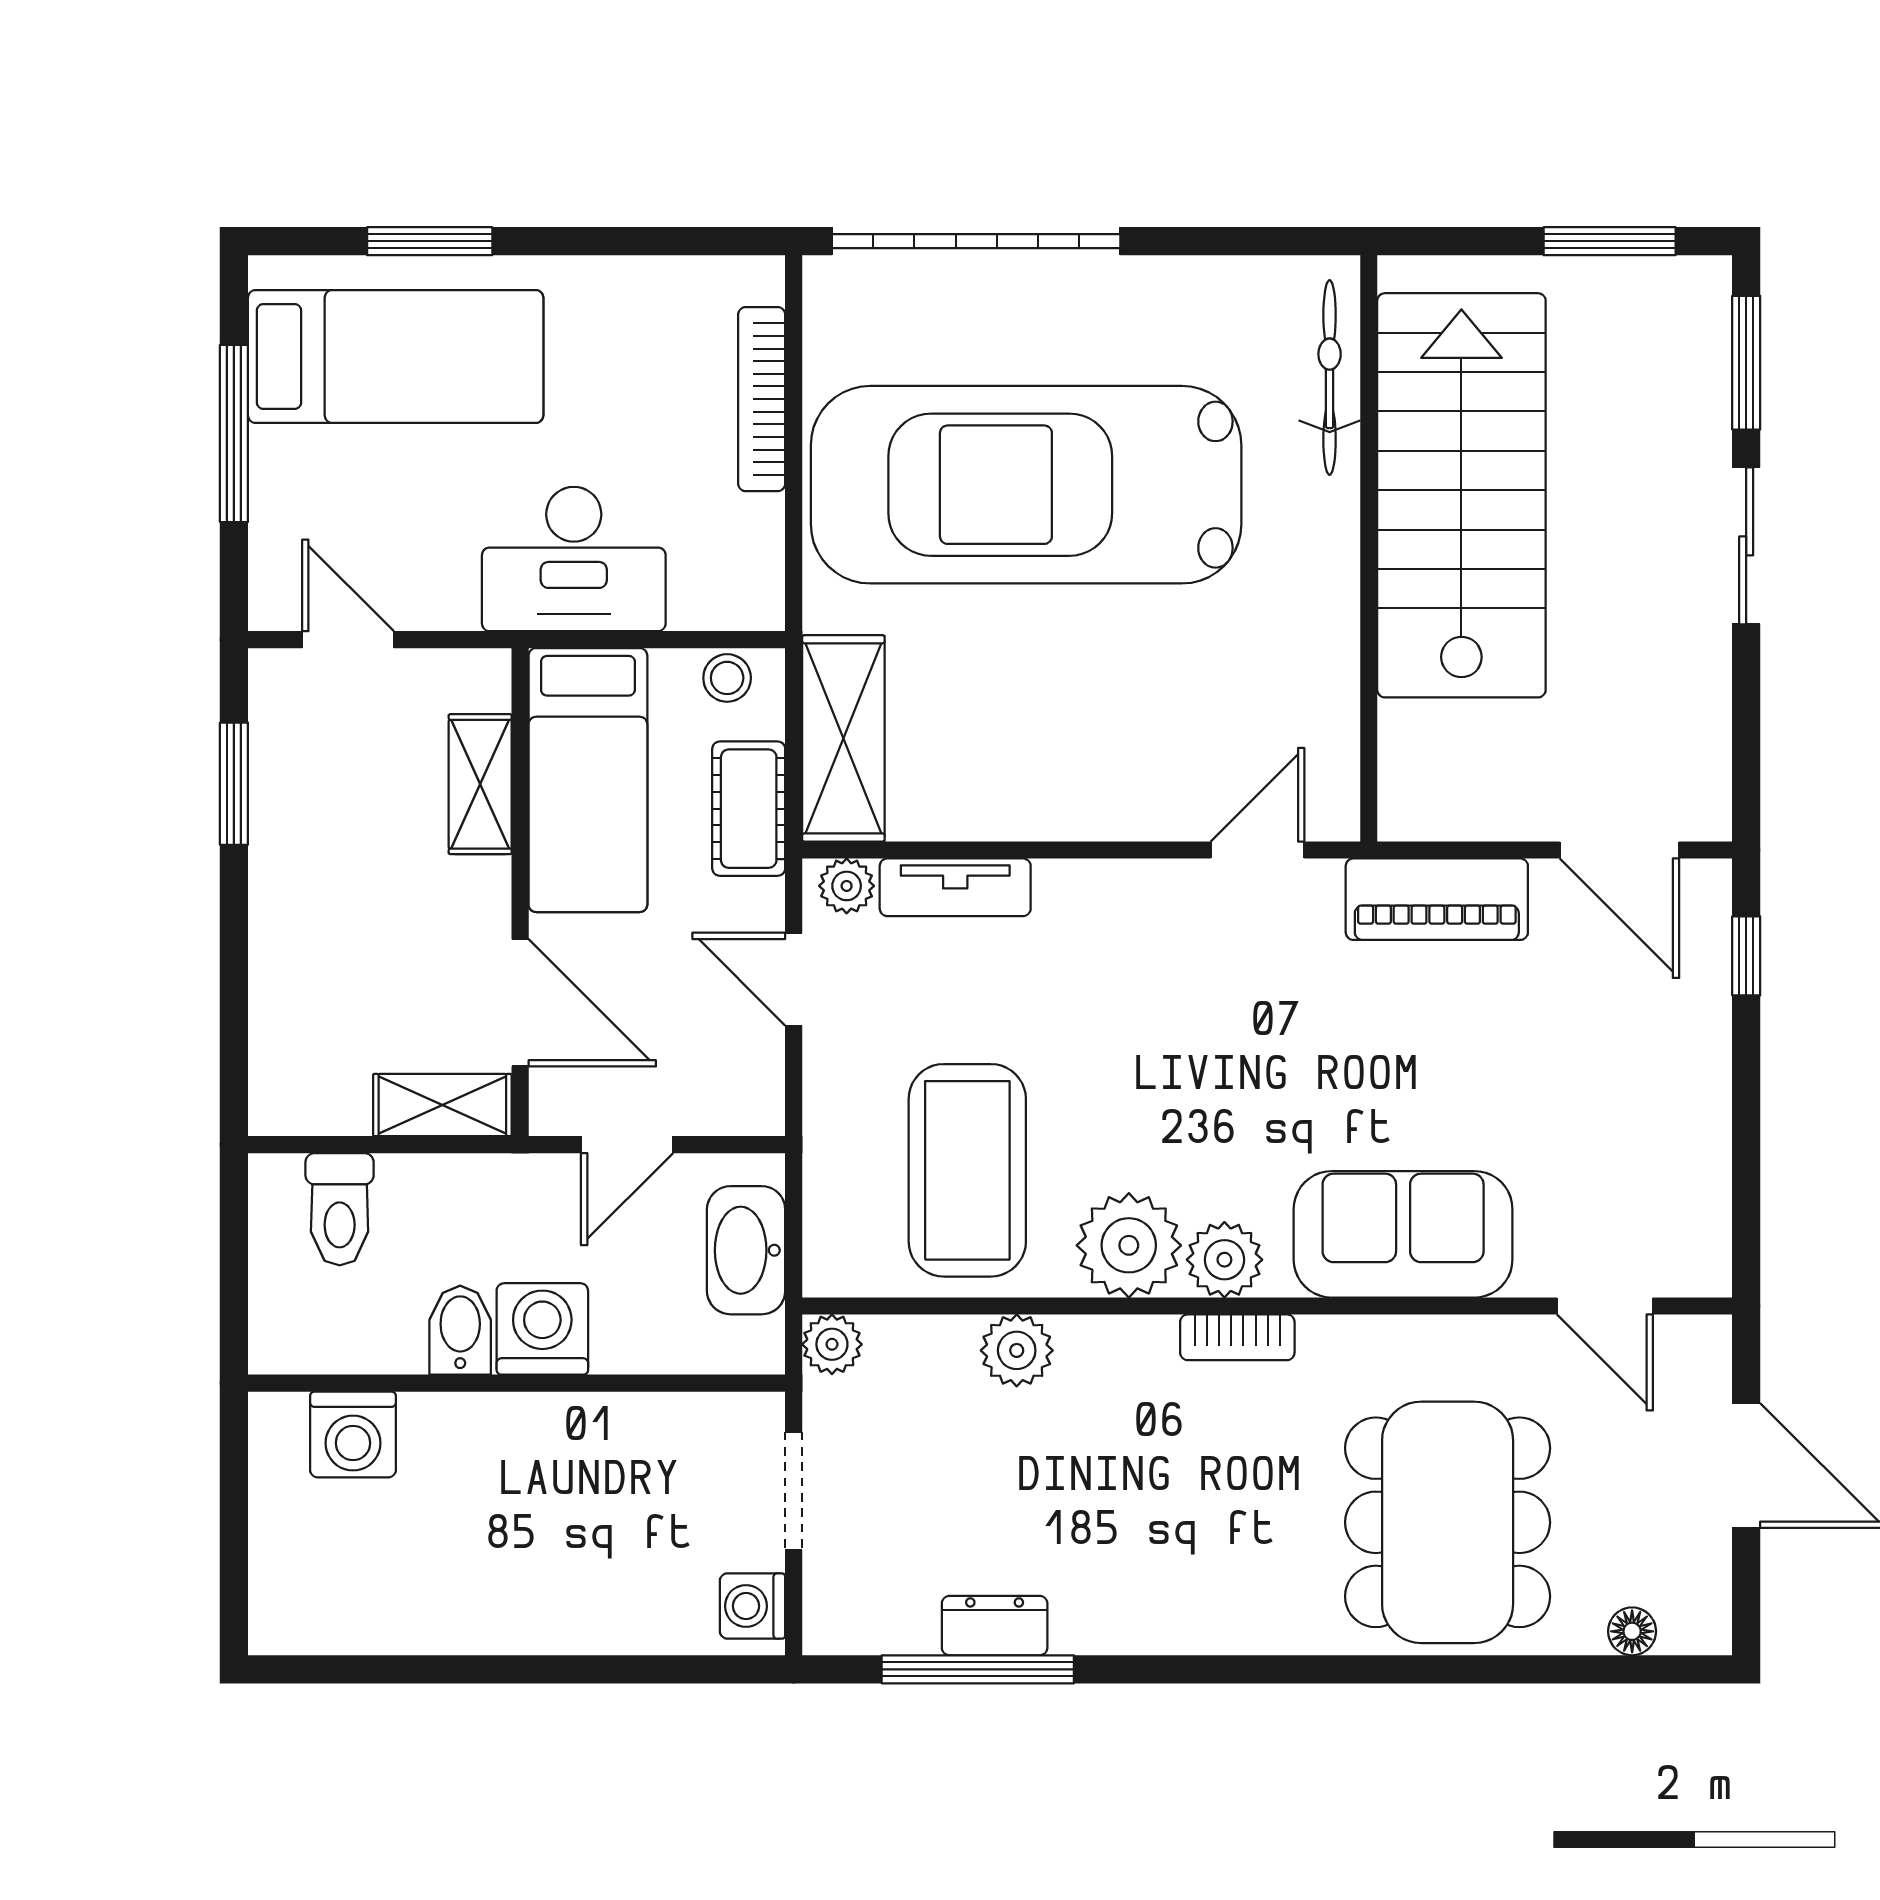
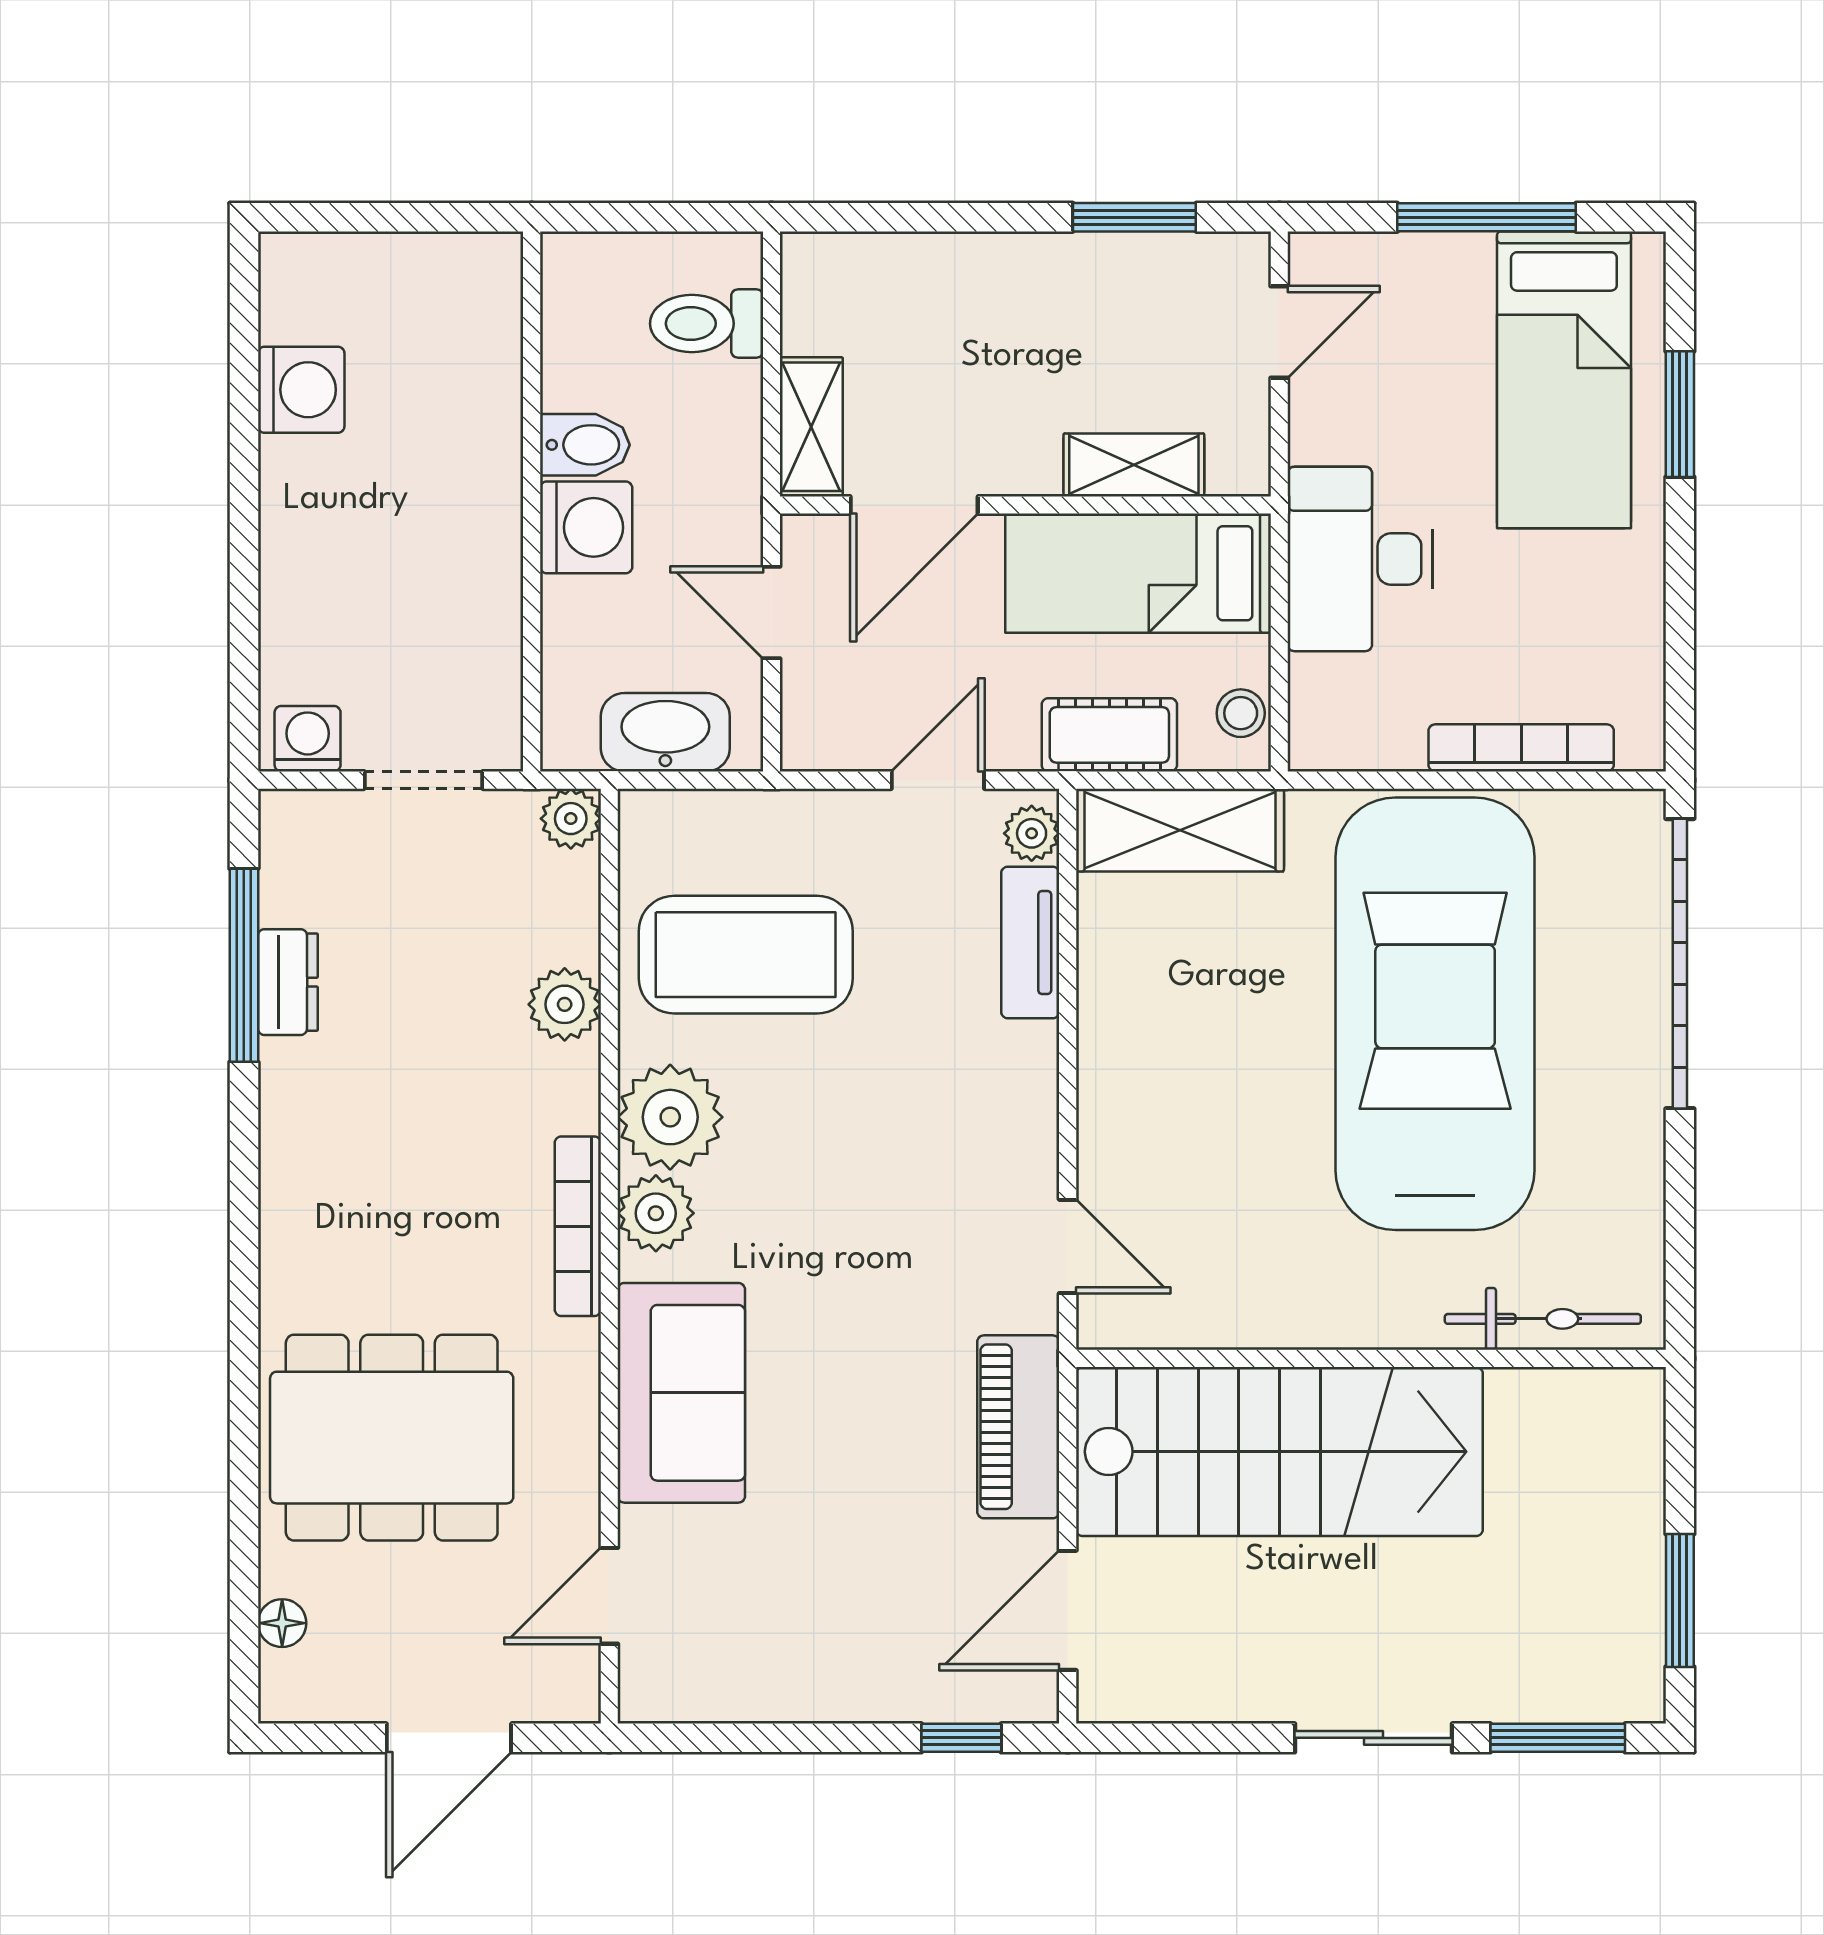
stairs: (1461, 495) -> (1279, 1452), moved
bookcase: (1237, 1337) -> (578, 1226), width x1.56
washing machine: (353, 1434) -> (301, 390), moved, turned 180

